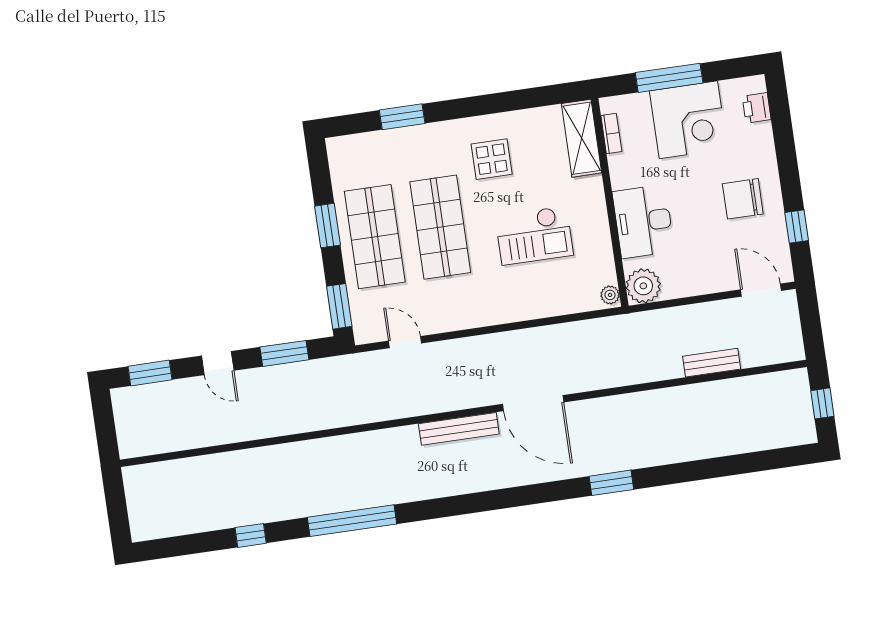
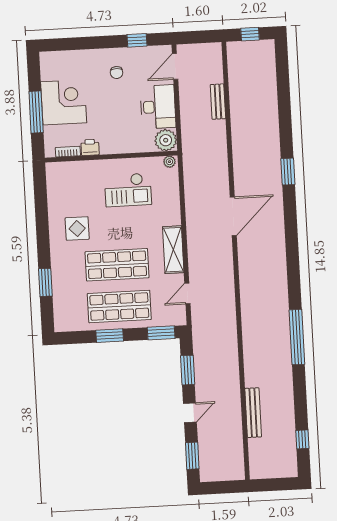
printer: (757, 108) -> (90, 147), moved, turned 180
shelving: (582, 138) -> (173, 250), moved, turned 90
chair: (743, 199) -> (117, 73), width x0.54, depth x0.54
desk: (643, 221) -> (158, 107), moved, turned -90
checkout: (534, 235) -> (128, 190), moved, turned 90
bench: (459, 429) -> (253, 413), moved
window: (251, 535) -> (302, 439), moved

